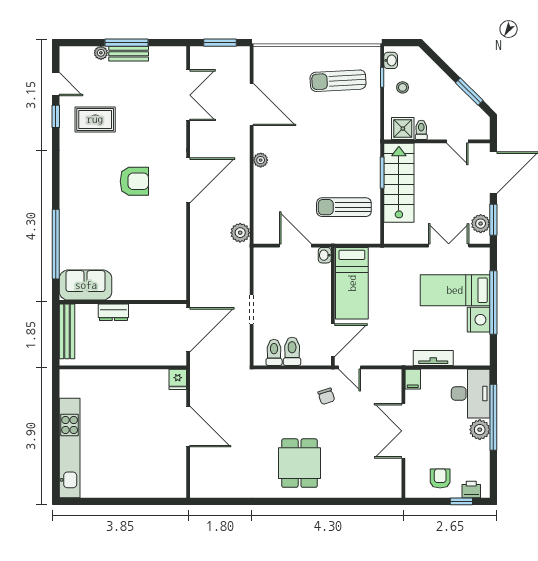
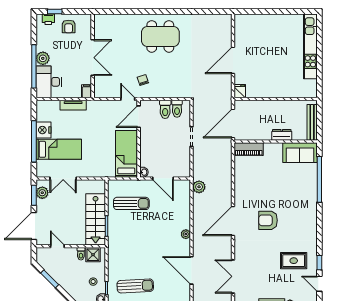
piano: (164, 290) -> (249, 149), added
door: (188, 426) -> (233, 60), hinge flipped
dining table: (300, 463) -> (160, 36), width x1.38

